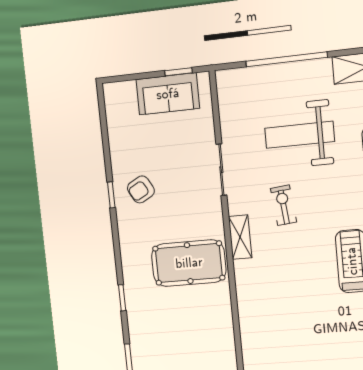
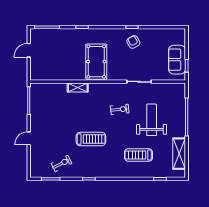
shelving: (240, 237) -> (78, 88), moved

